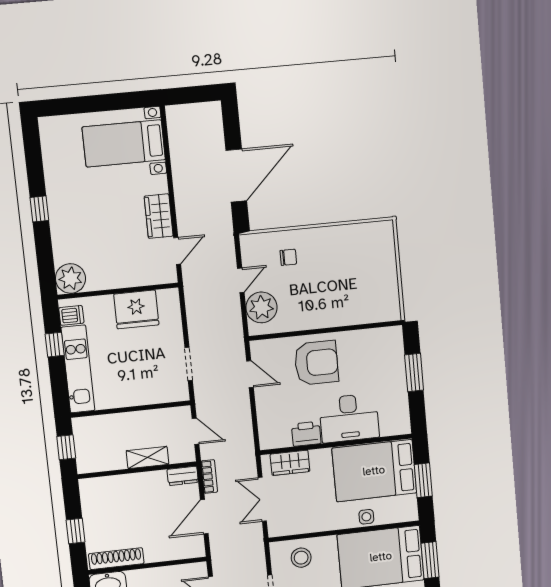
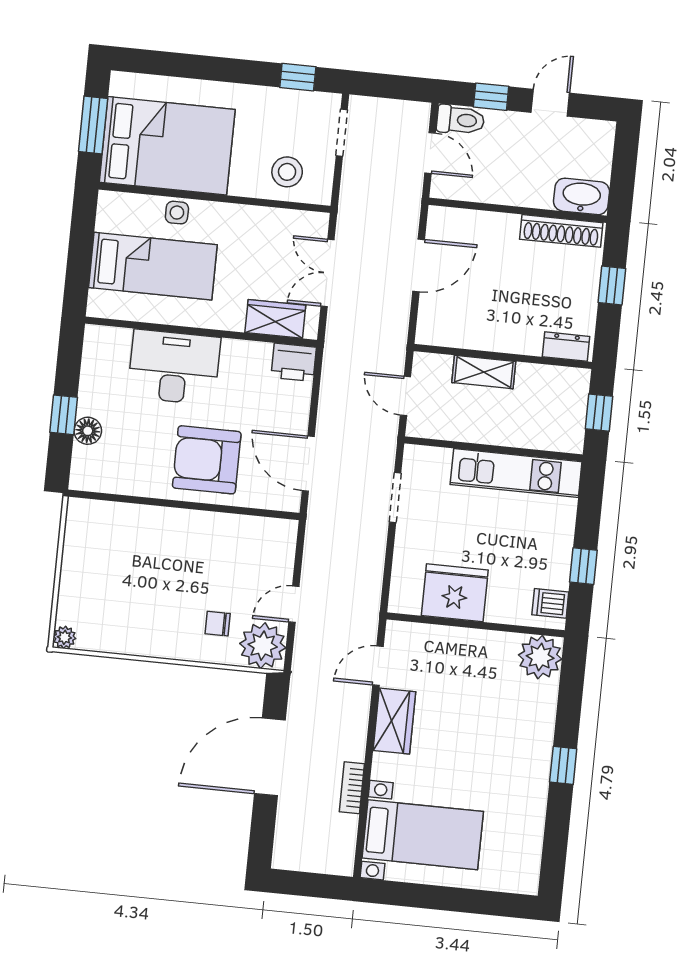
plant: (386, 228) -> (64, 637), added
plant: (261, 307) -> (263, 646), moved
floor lamp: (397, 365) -> (88, 431), added
kitchen unit: (78, 369) -> (516, 473), moved, turned -90
window: (414, 373) -> (64, 415), width x0.67
door: (250, 374) -> (308, 464), width x1.38
printer: (306, 434) -> (294, 362), moved
bed: (374, 471) -> (153, 266), width x0.67
dresser: (183, 476) -> (566, 347), moved
bookcase: (209, 477) -> (352, 788), moved
window: (423, 480) -> (80, 249), removed
double door: (262, 499) -> (327, 273), swing flipped

